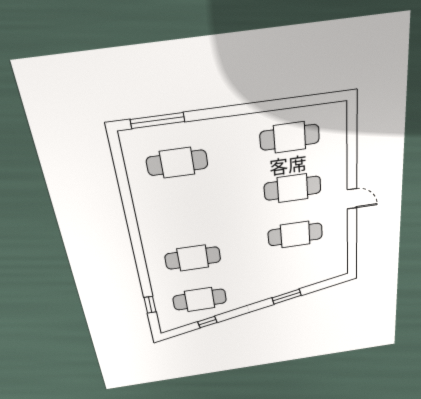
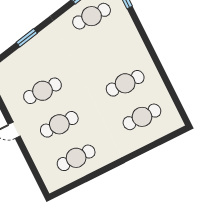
window: (158, 120) -> (163, 140), removed
cafe table: (193, 258) -> (125, 83), moved

